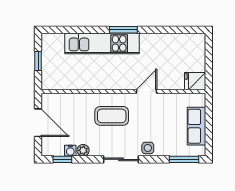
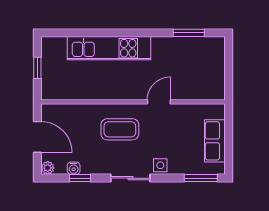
window: (123, 30) -> (189, 33), moved
fridge: (195, 81) -> (213, 90), removed
plant: (83, 150) -> (48, 168), moved
window: (62, 159) -> (80, 178), moved

